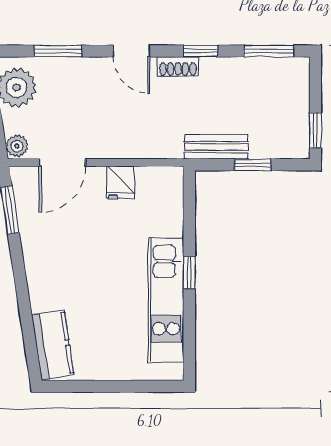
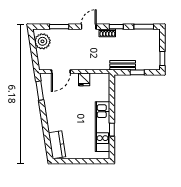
door: (132, 51) -> (89, 27), swing flipped
plant: (17, 146) -> (43, 65), removed
window: (189, 273) -> (112, 130), moved

